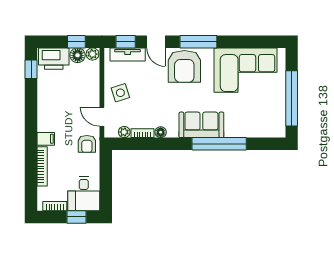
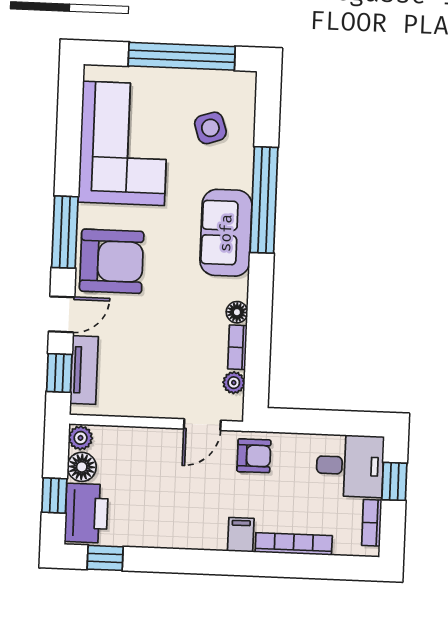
window: (76, 42) -> (54, 495), moved
side table: (120, 93) -> (210, 128), moved

